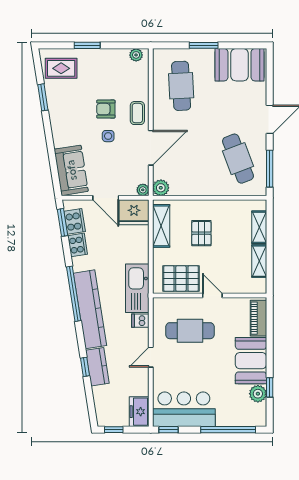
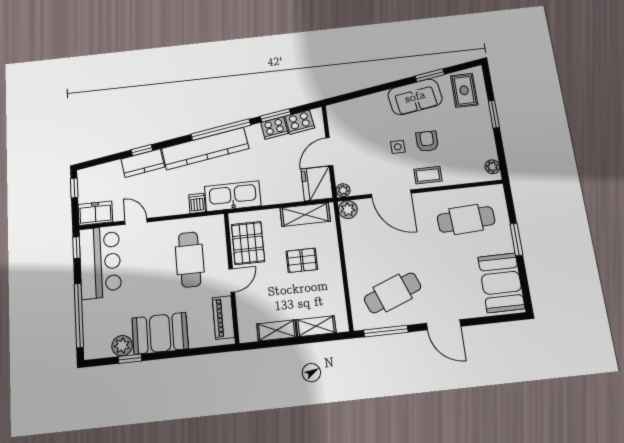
sofa: (71, 170) -> (415, 97), moved
window: (62, 222) -> (275, 115), moved
piano: (258, 318) -> (223, 318), moved, turned -90
door: (151, 357) -> (136, 221), moved

